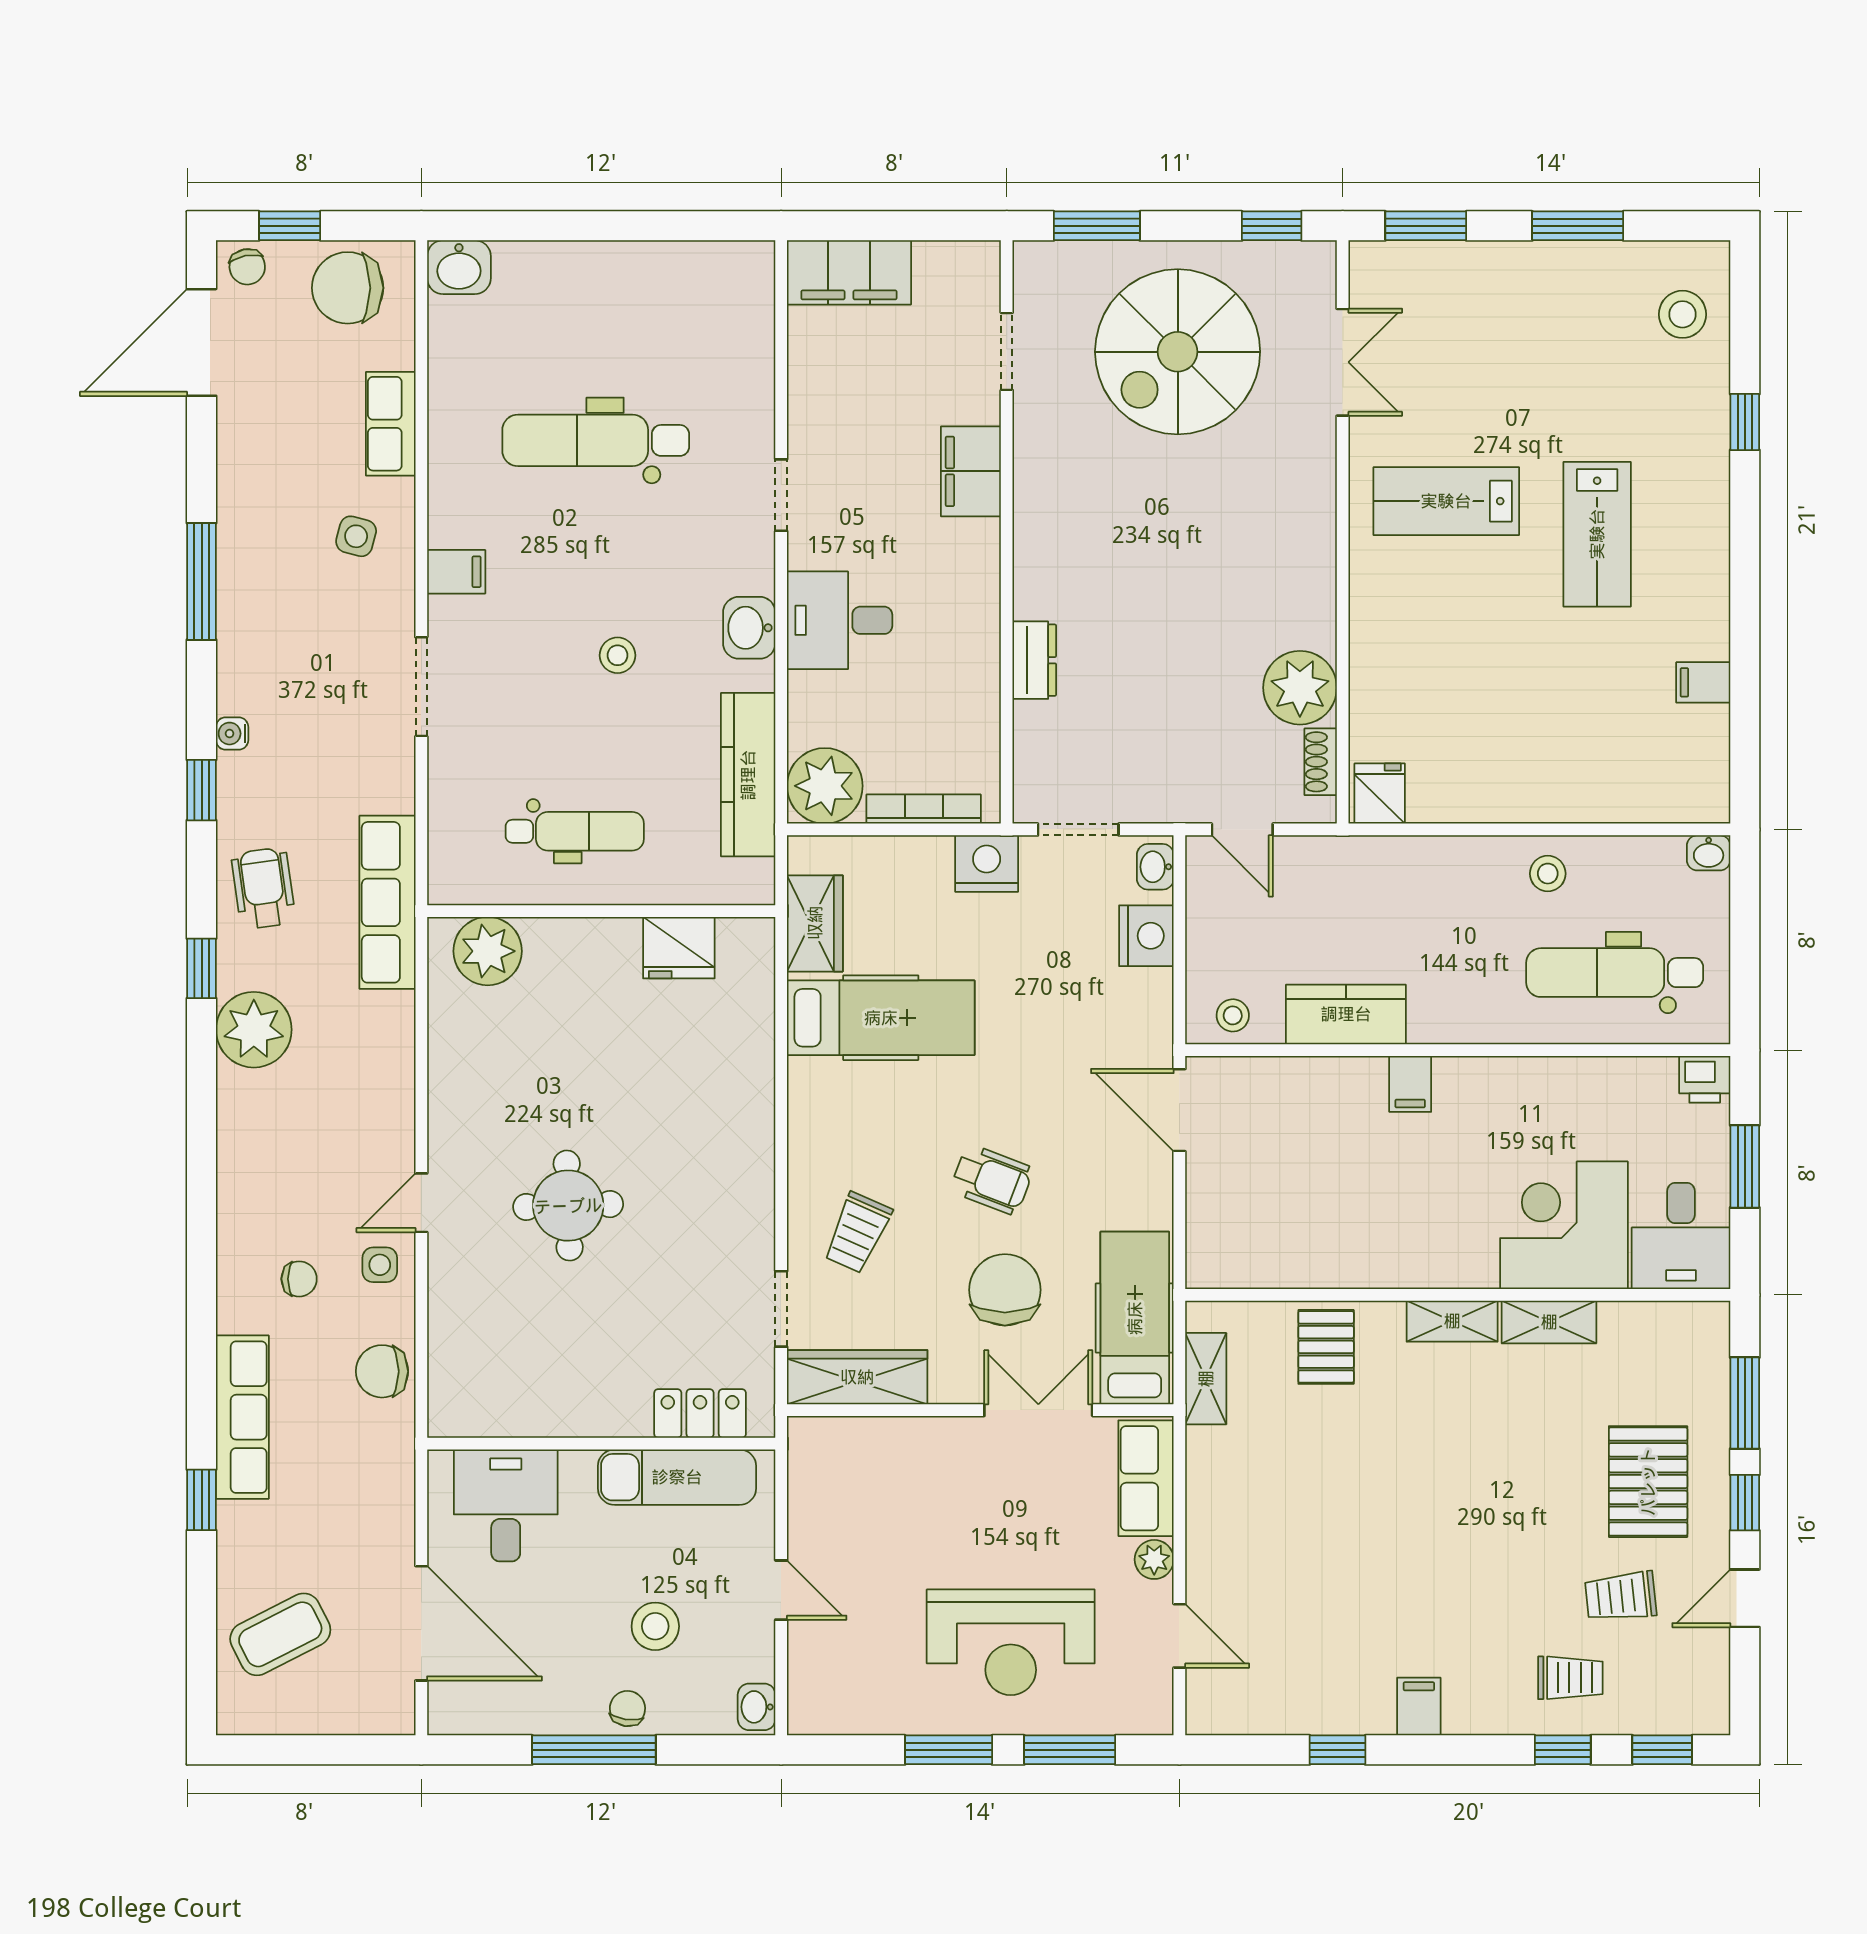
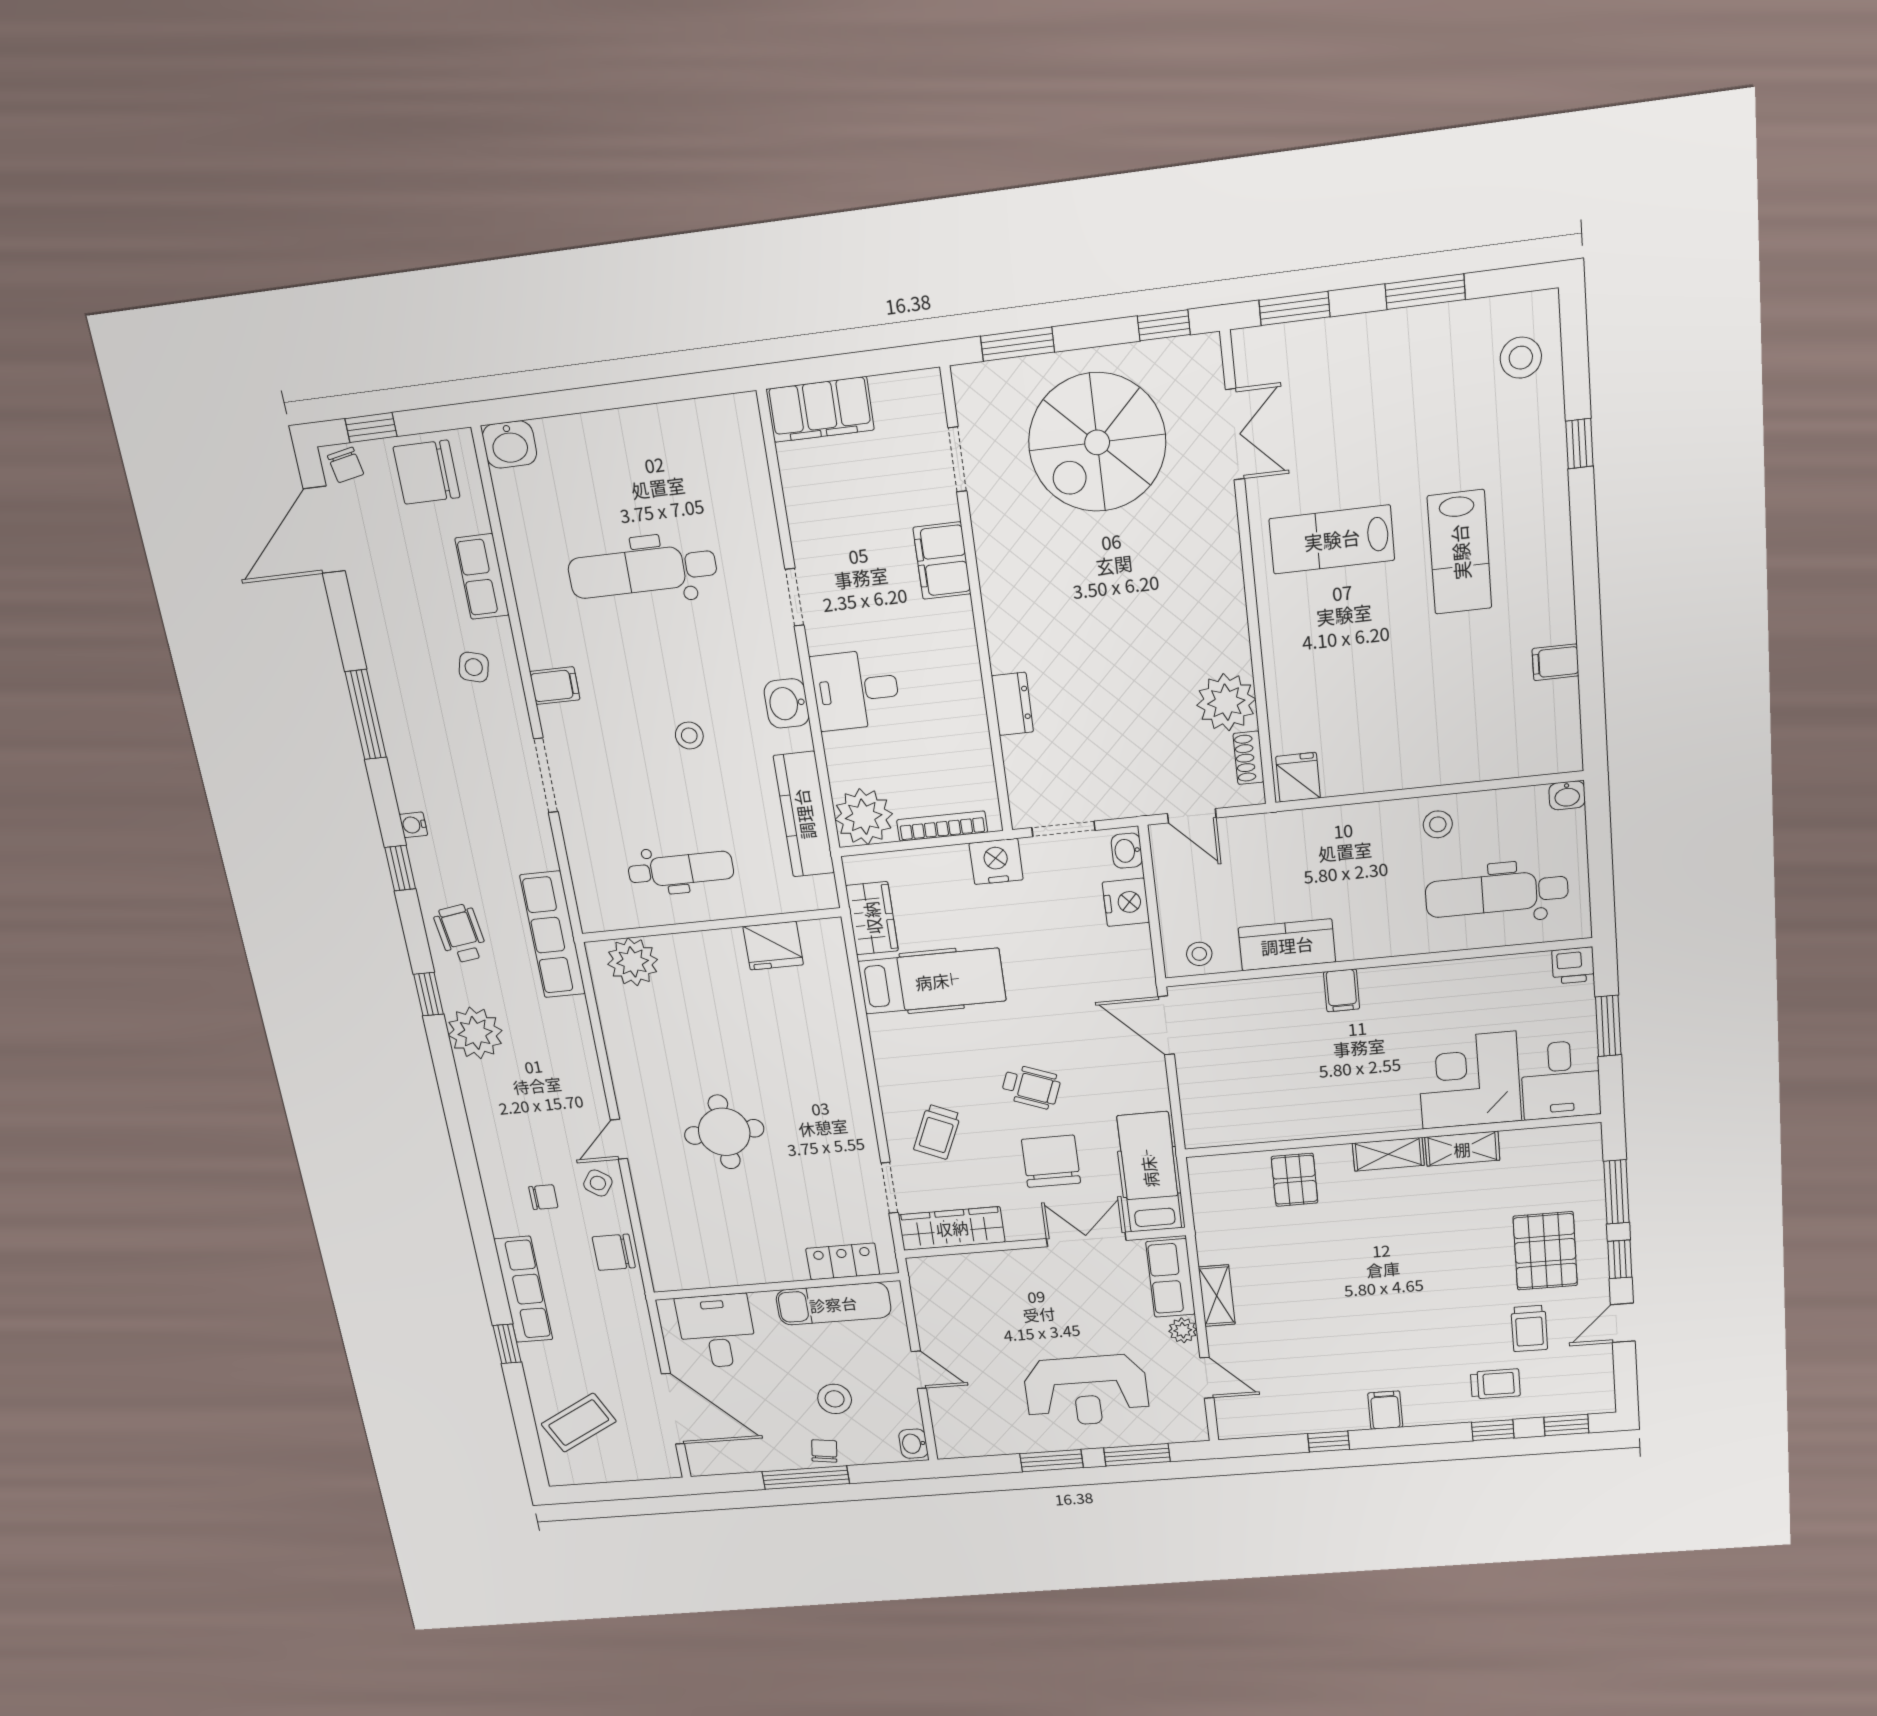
side table: (380, 1265) -> (598, 1183), turned 35
shelving: (1206, 1379) -> (1217, 1296), moved
trolley: (1621, 1596) -> (1529, 1328), turned -84

